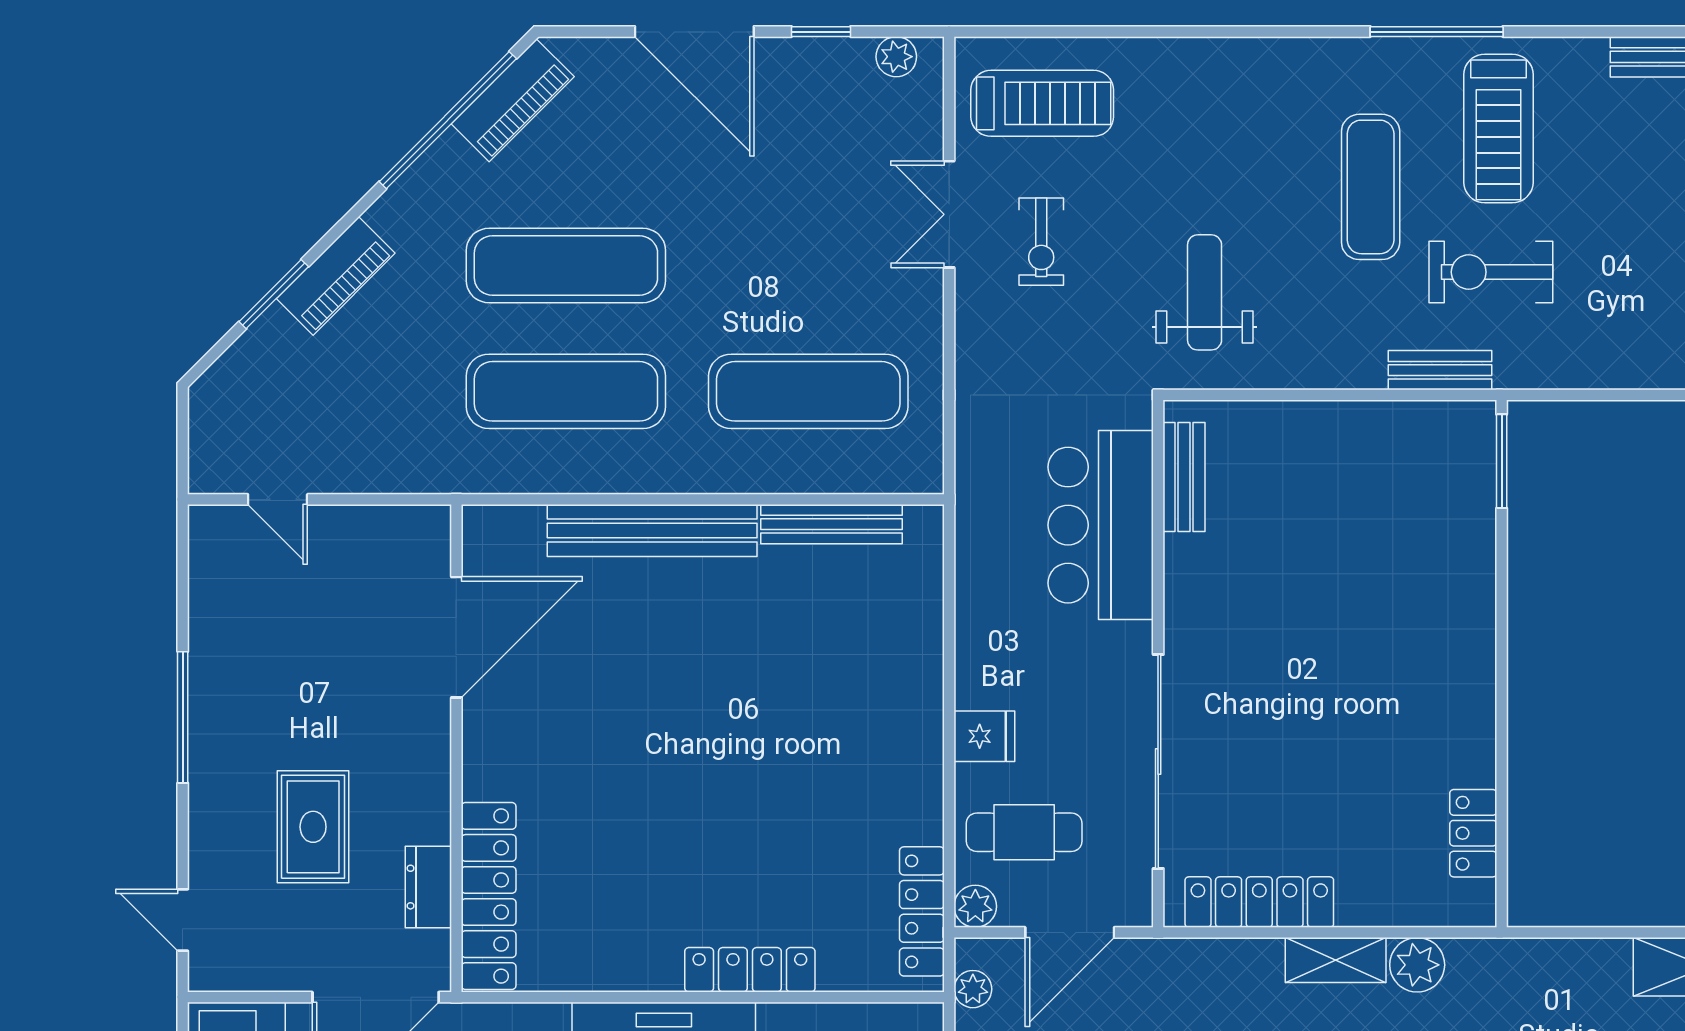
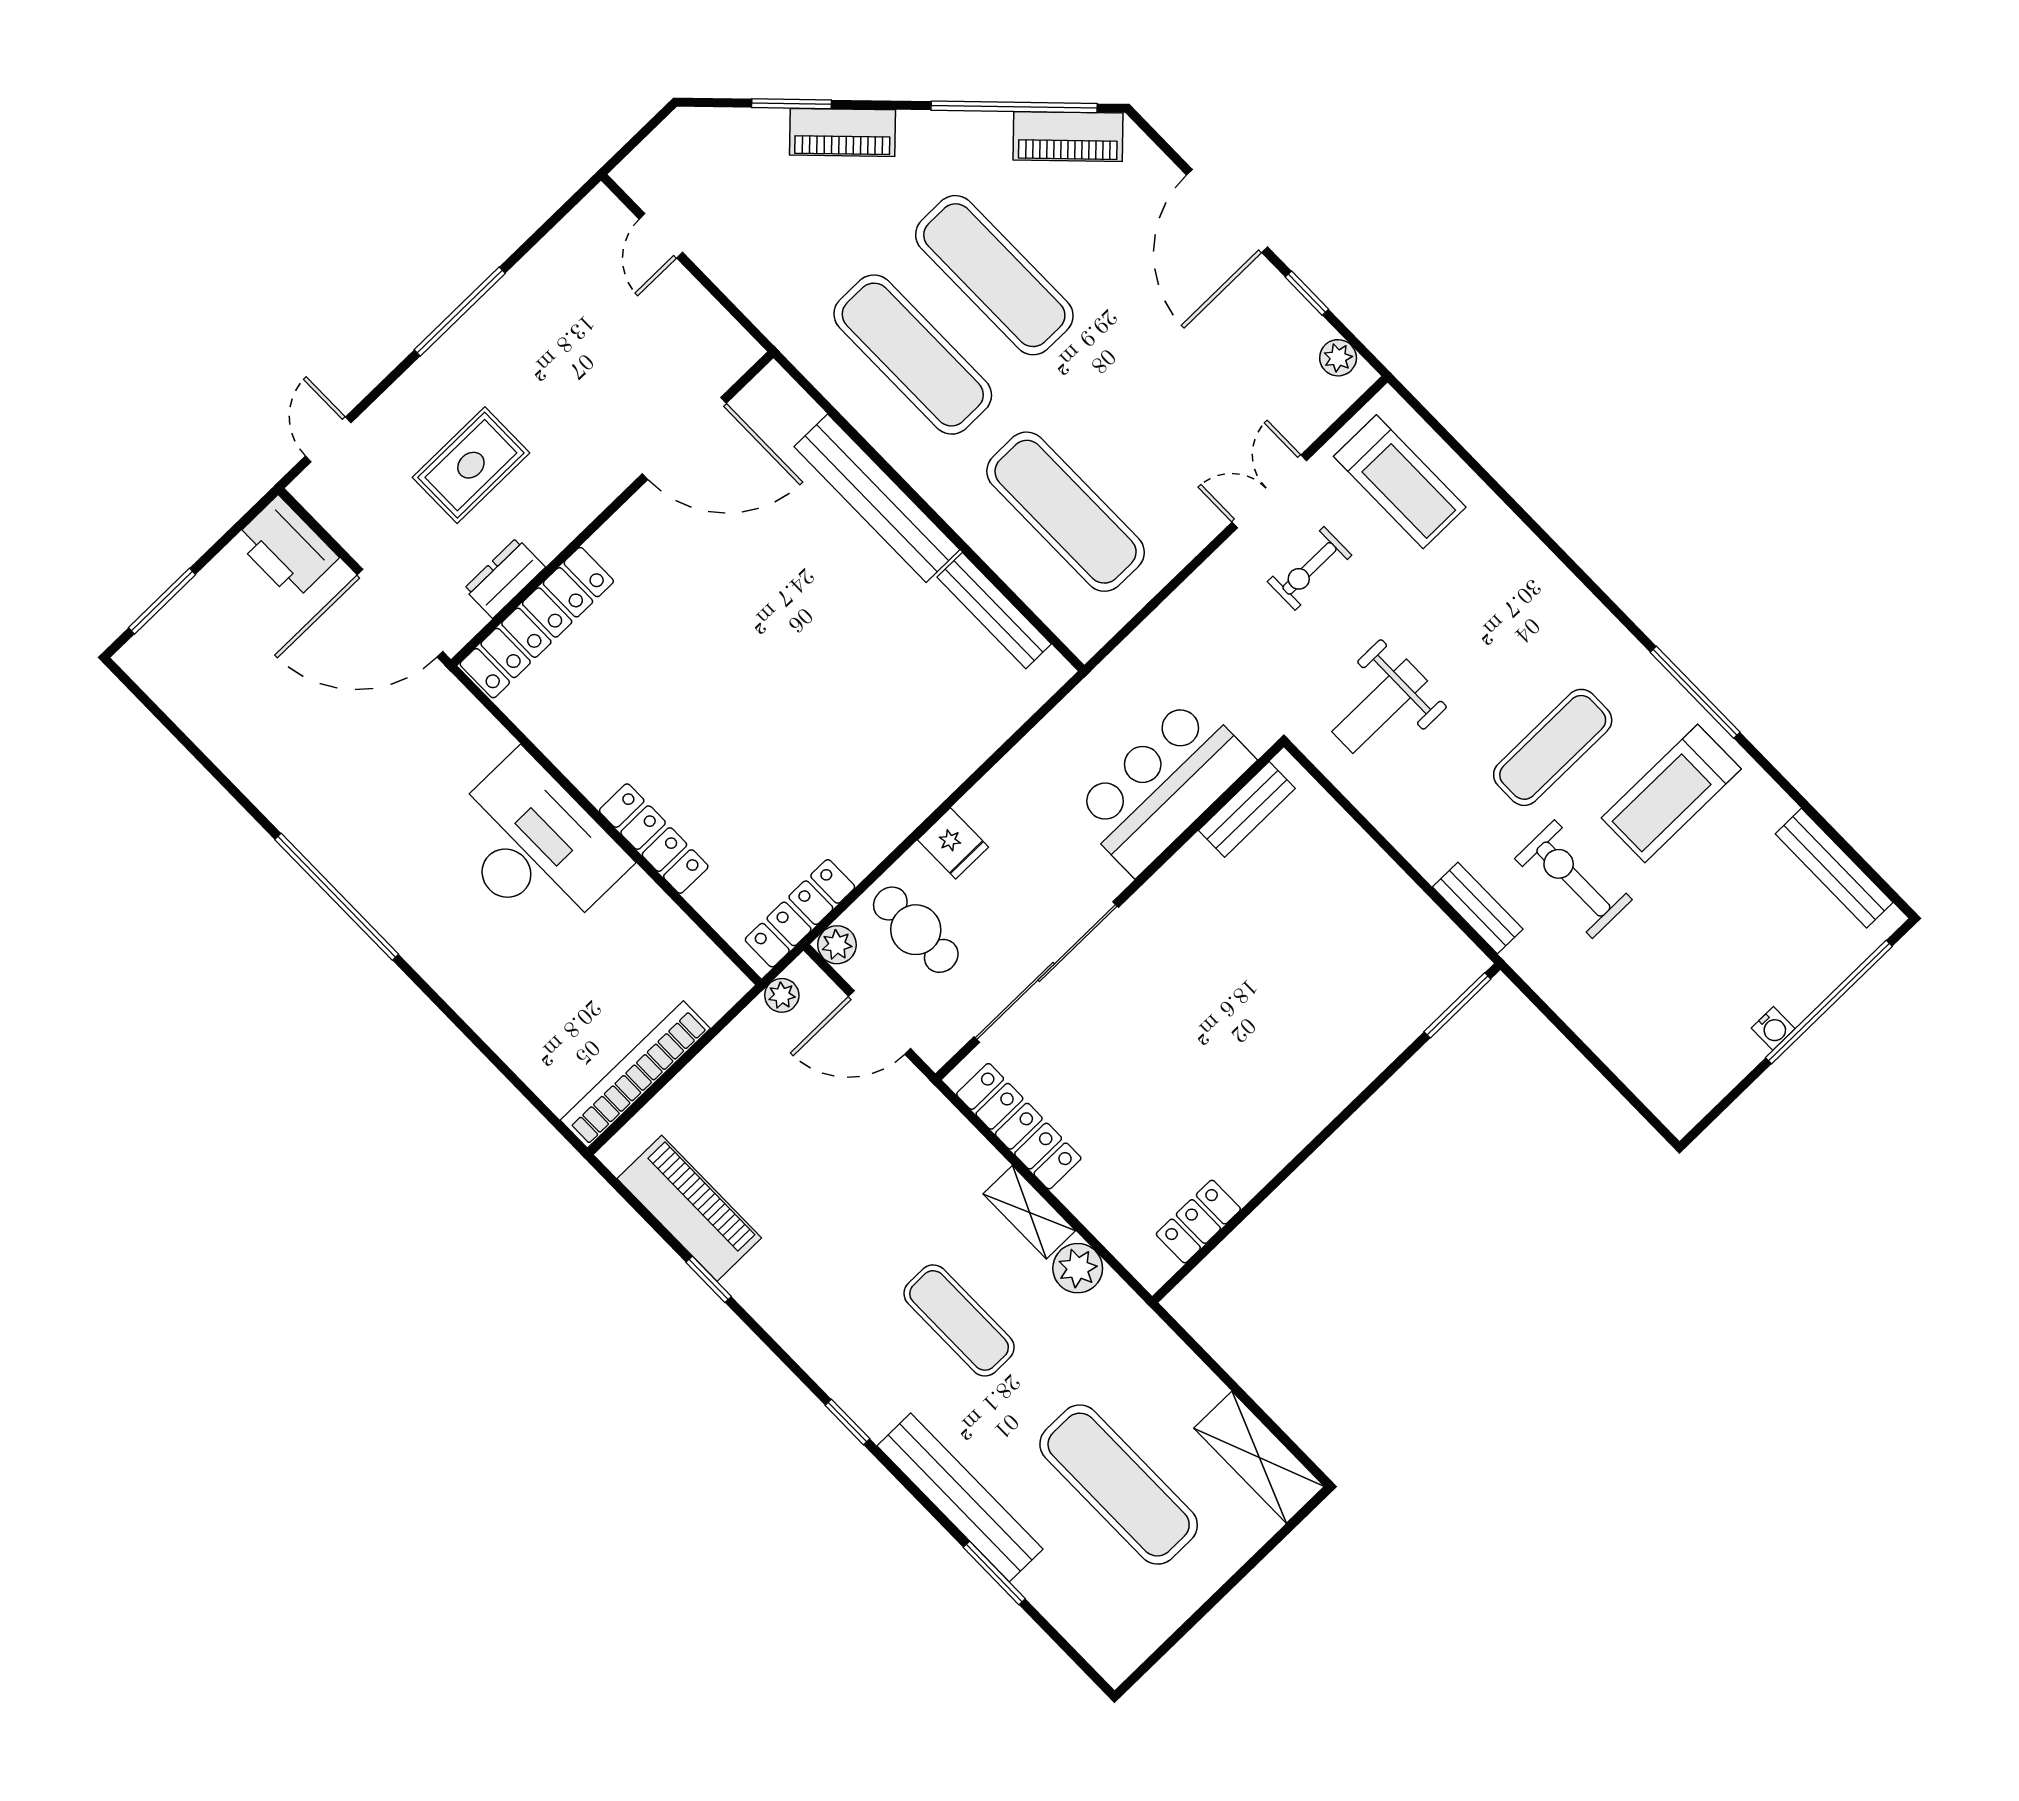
weight bench: (1205, 292) -> (1380, 706), turned 180

